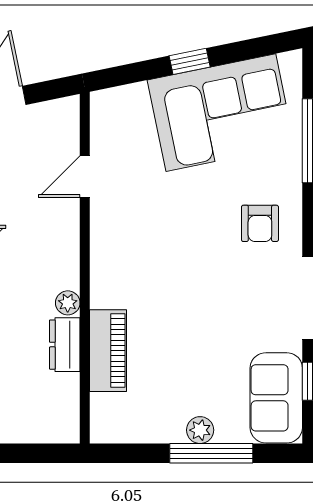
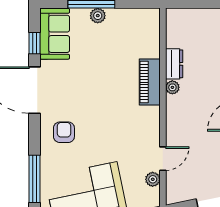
plant: (103, 140) -> (153, 179), added
piano: (108, 351) -> (150, 82), moved

